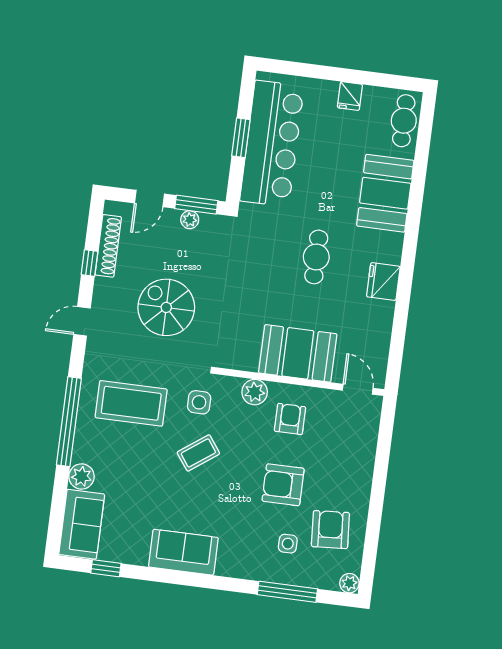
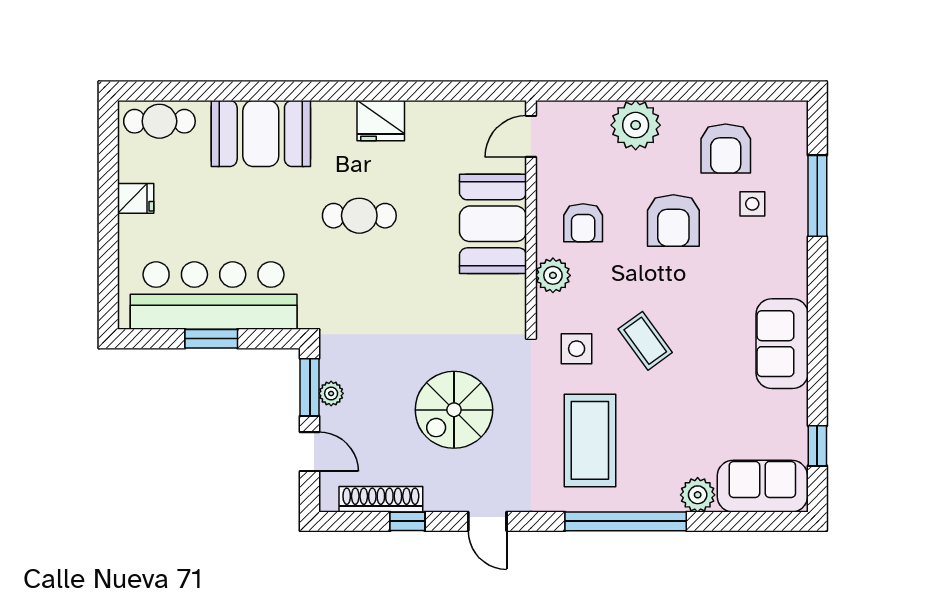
armchair: (290, 419) -> (583, 223), turned -90
armchair: (330, 530) -> (726, 149), turned -86
plant: (349, 583) -> (636, 125), moved, width x1.88, depth x1.88

